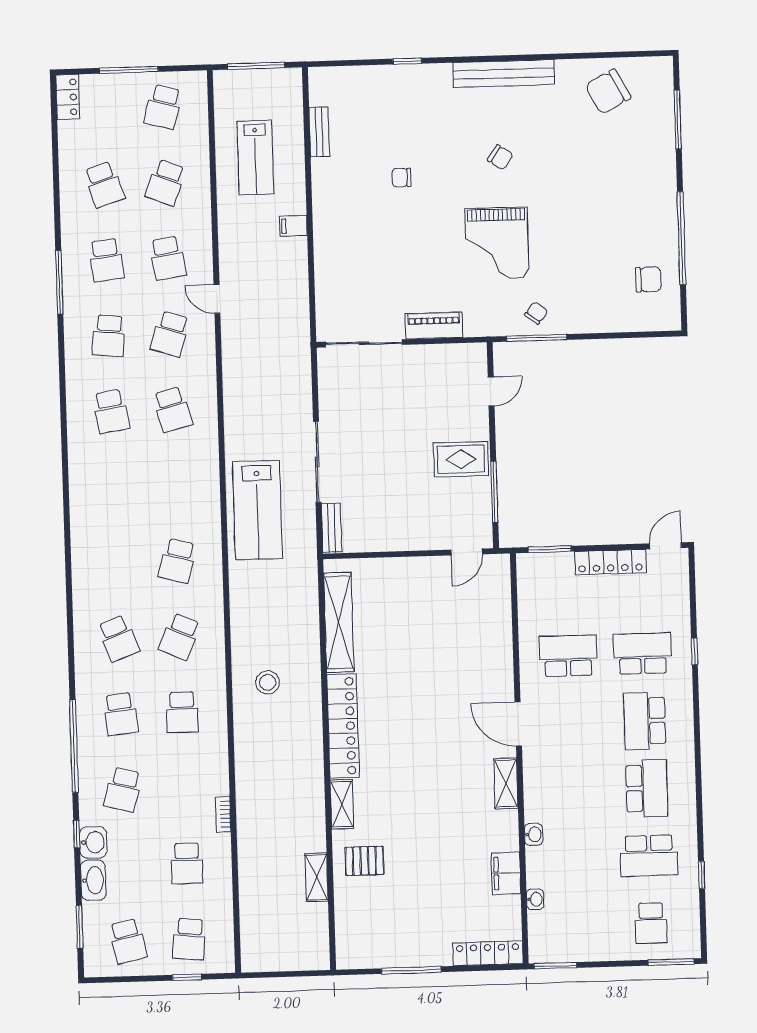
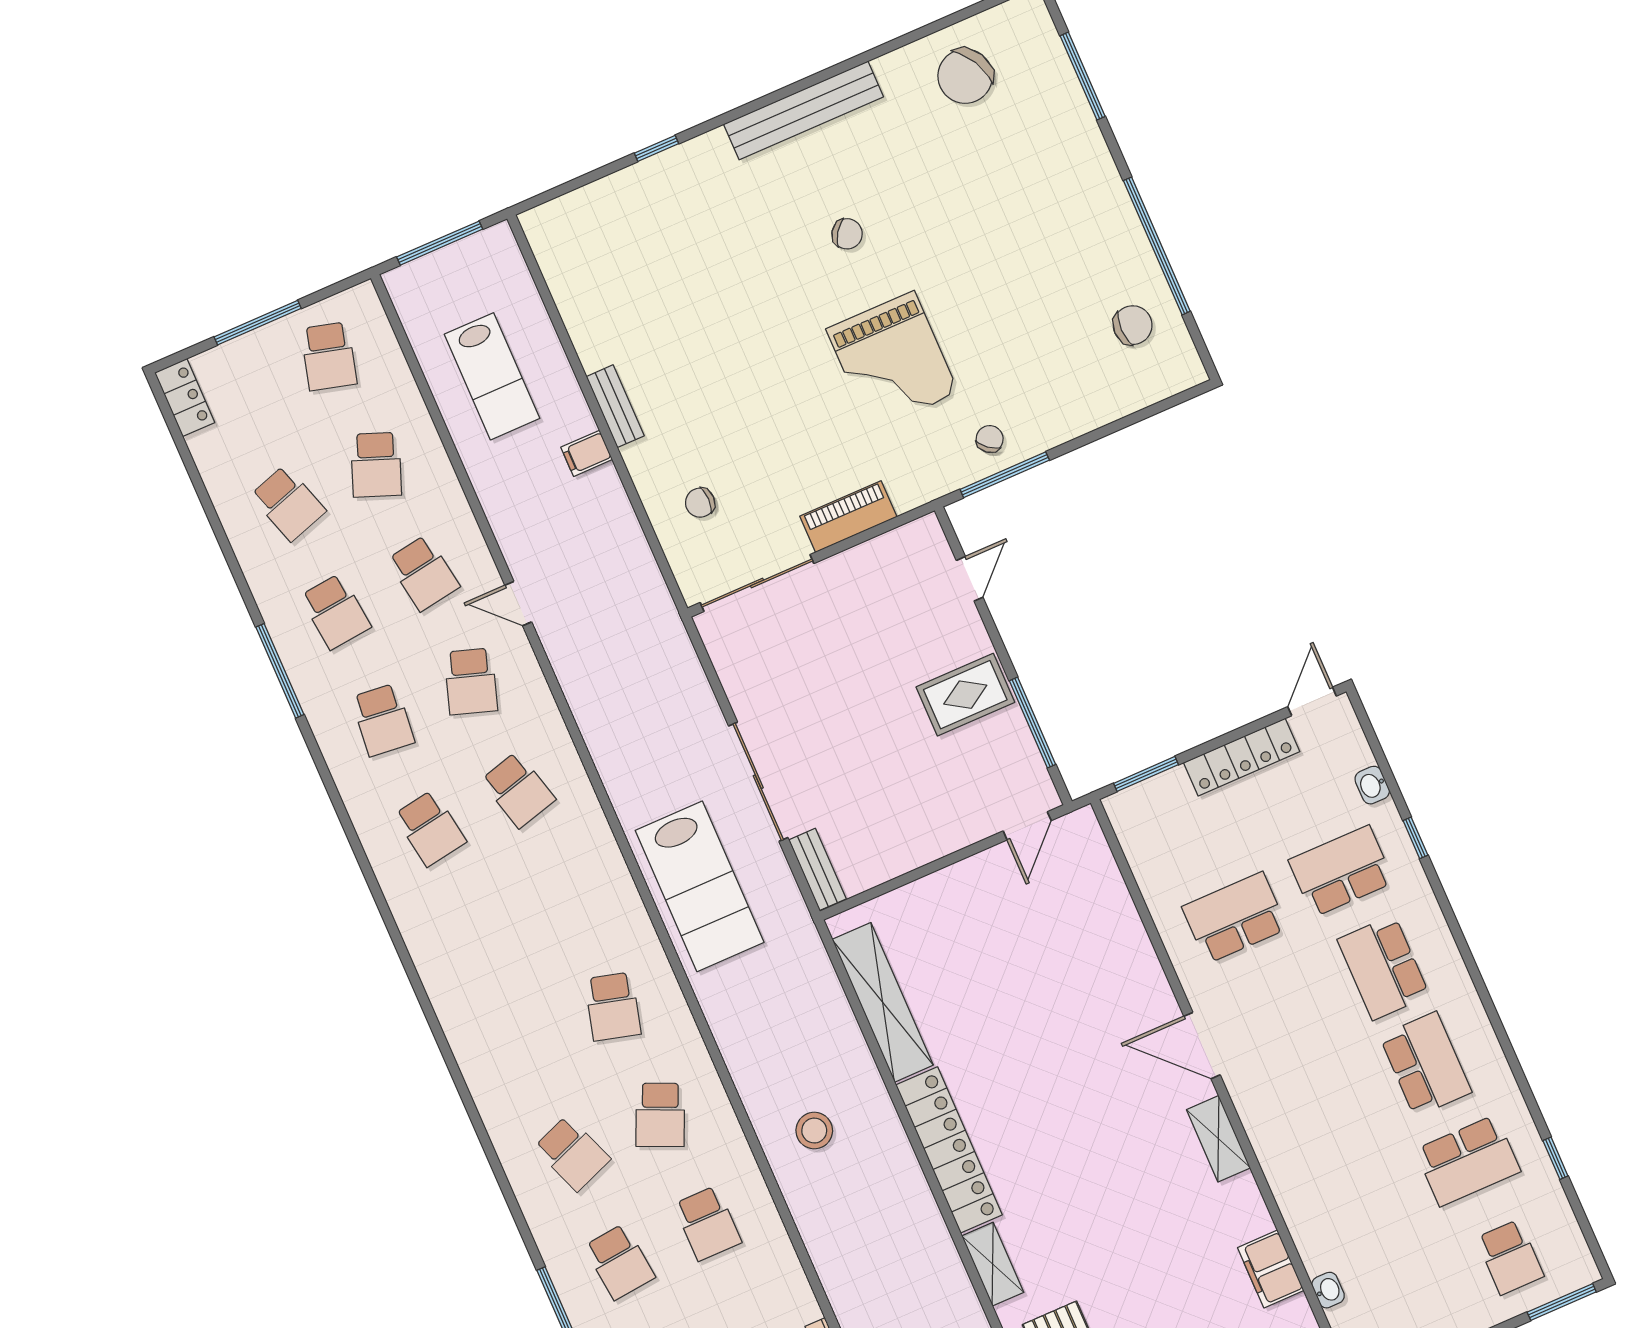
bench: (319, 132) -> (615, 406), moved
chair: (401, 178) -> (700, 503), moved
washbasin: (534, 834) -> (1372, 785), moved, turned 180

